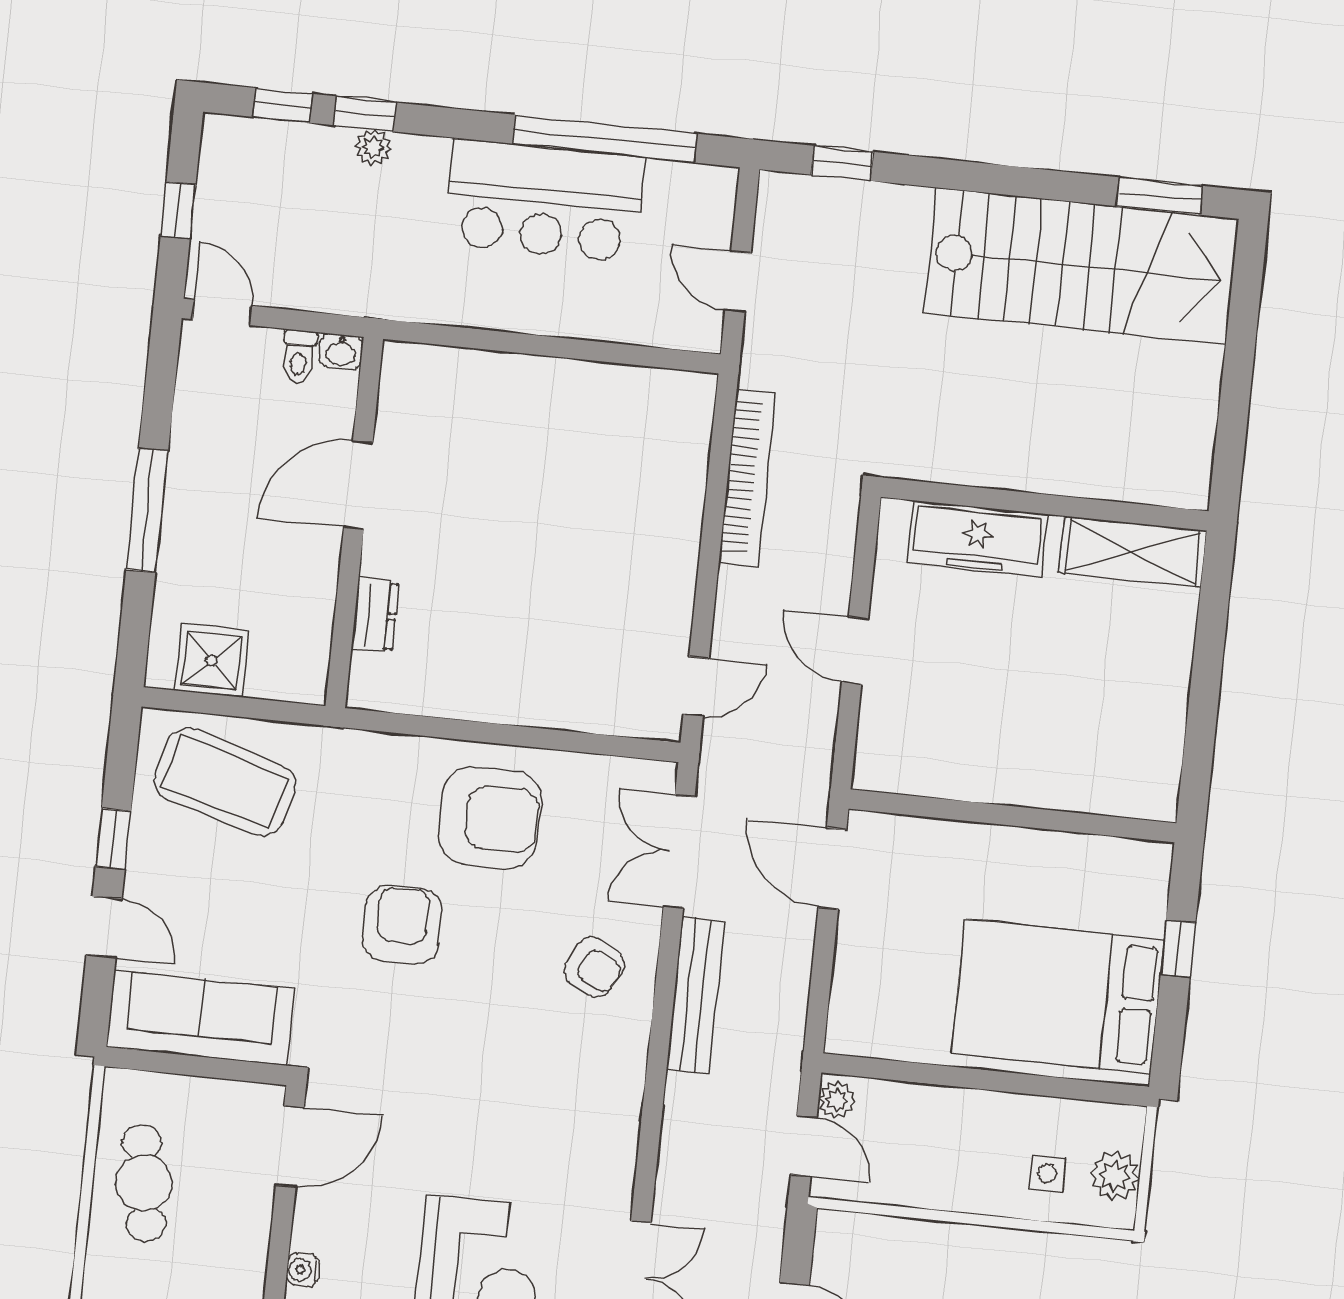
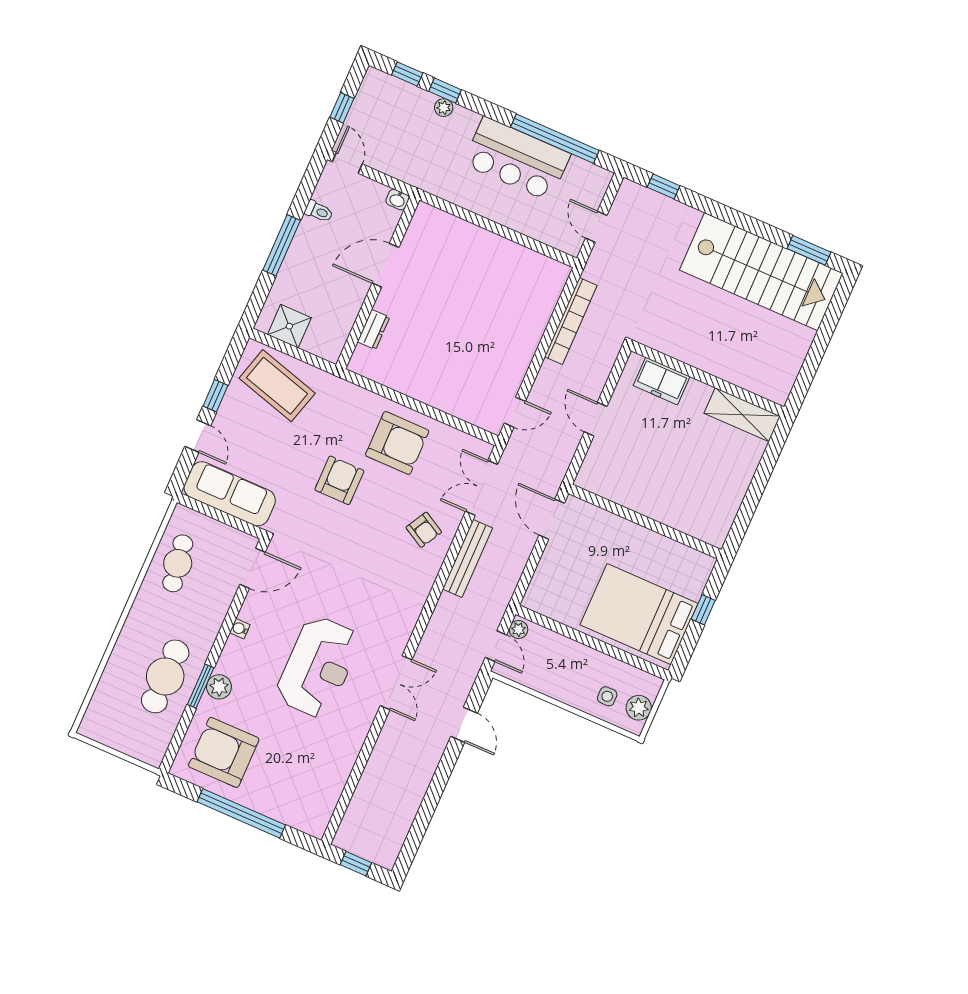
toilet: (299, 357) -> (319, 211), moved, turned -90
freezer: (977, 539) -> (662, 381), width x0.71

